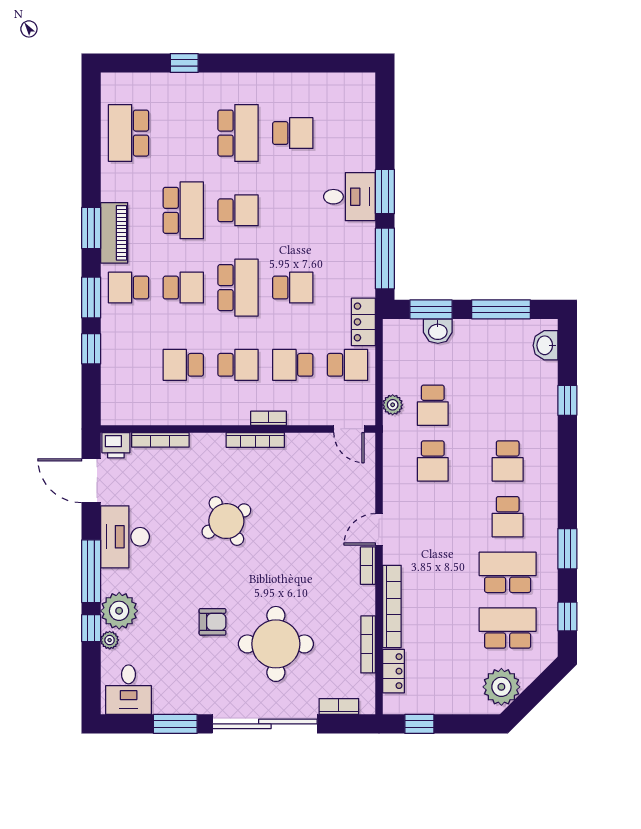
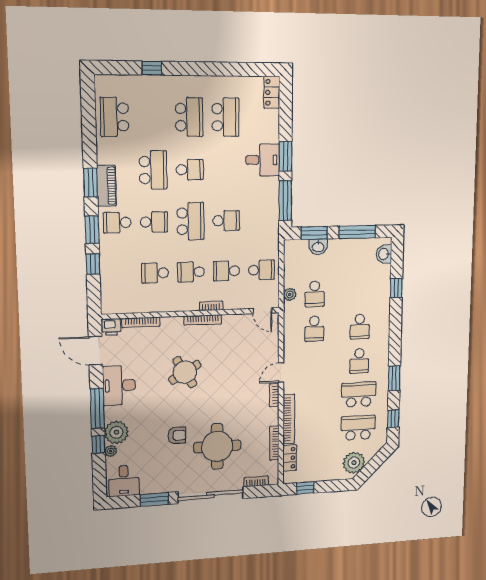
school desk: (293, 133) -> (225, 117), width x1.85
locker: (363, 322) -> (272, 92), moved
school desk: (238, 365) -> (191, 272), turned 180

